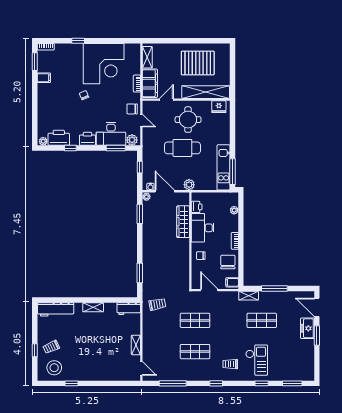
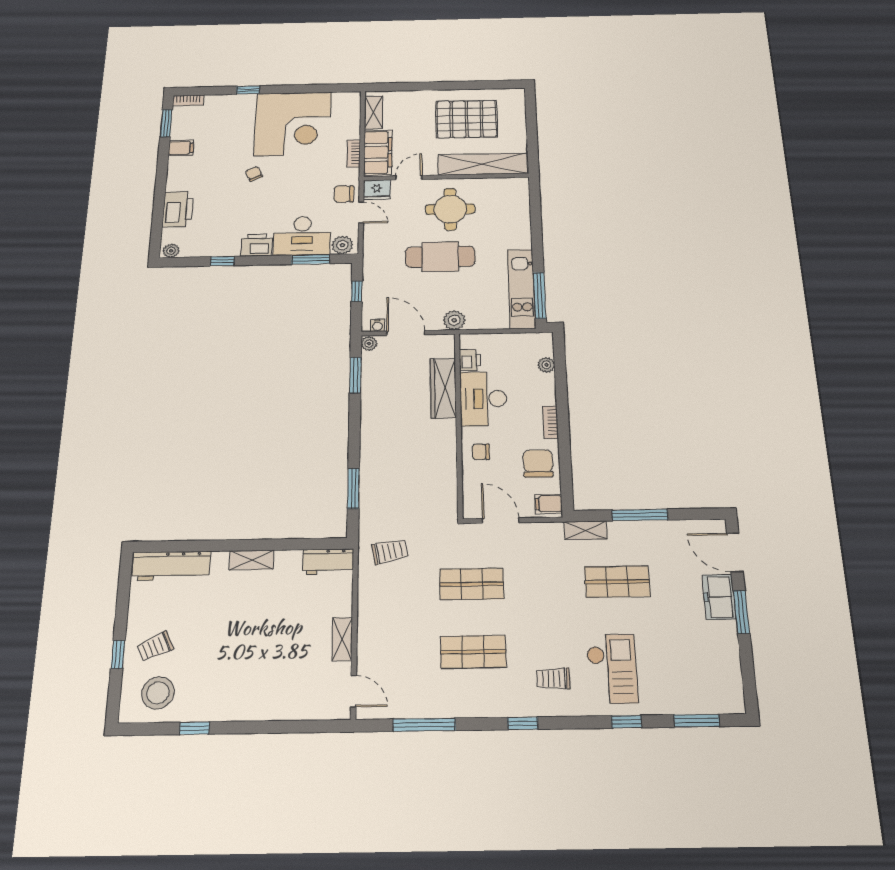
fridge: (219, 107) -> (377, 190), moved
printer: (59, 138) -> (178, 209), moved, turned 90

